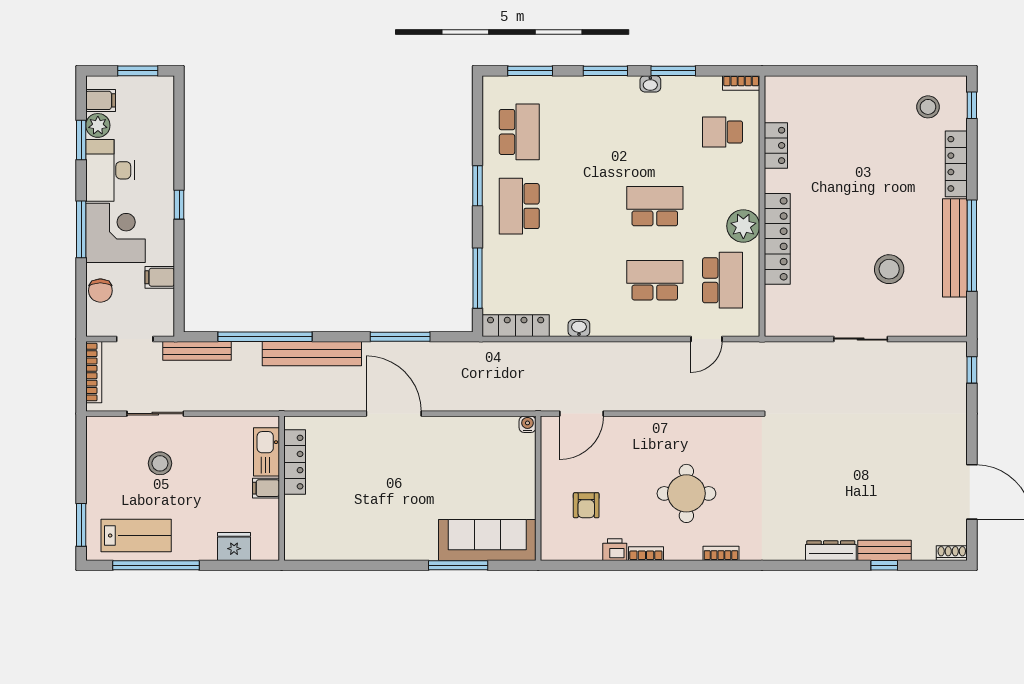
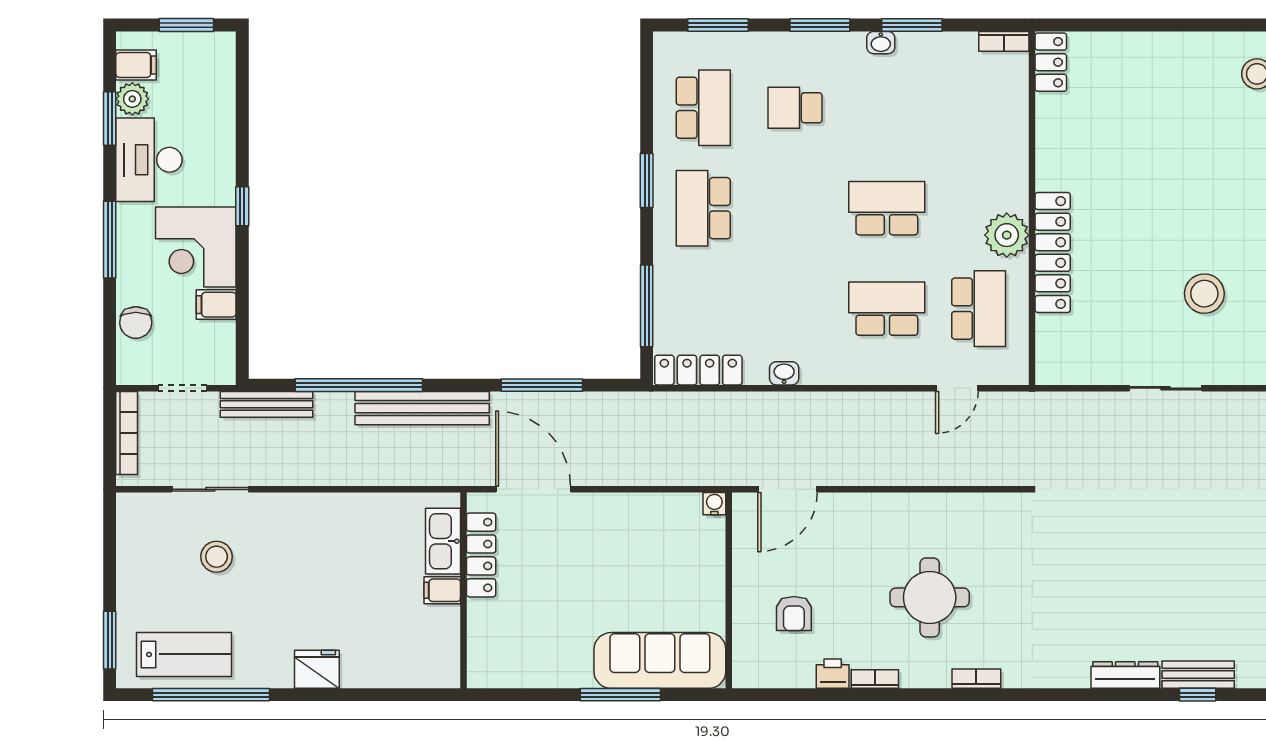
school desk: (723, 132) -> (795, 108), moved
locker: (776, 145) -> (1051, 62), moved
corner desk: (115, 233) -> (196, 247), moved, turned 180
kitchen sink: (266, 452) -> (443, 541), moved
locker: (295, 462) -> (481, 555), moved
filing cabinet: (266, 488) -> (442, 590), moved
wall: (282, 488) -> (463, 590), moved

